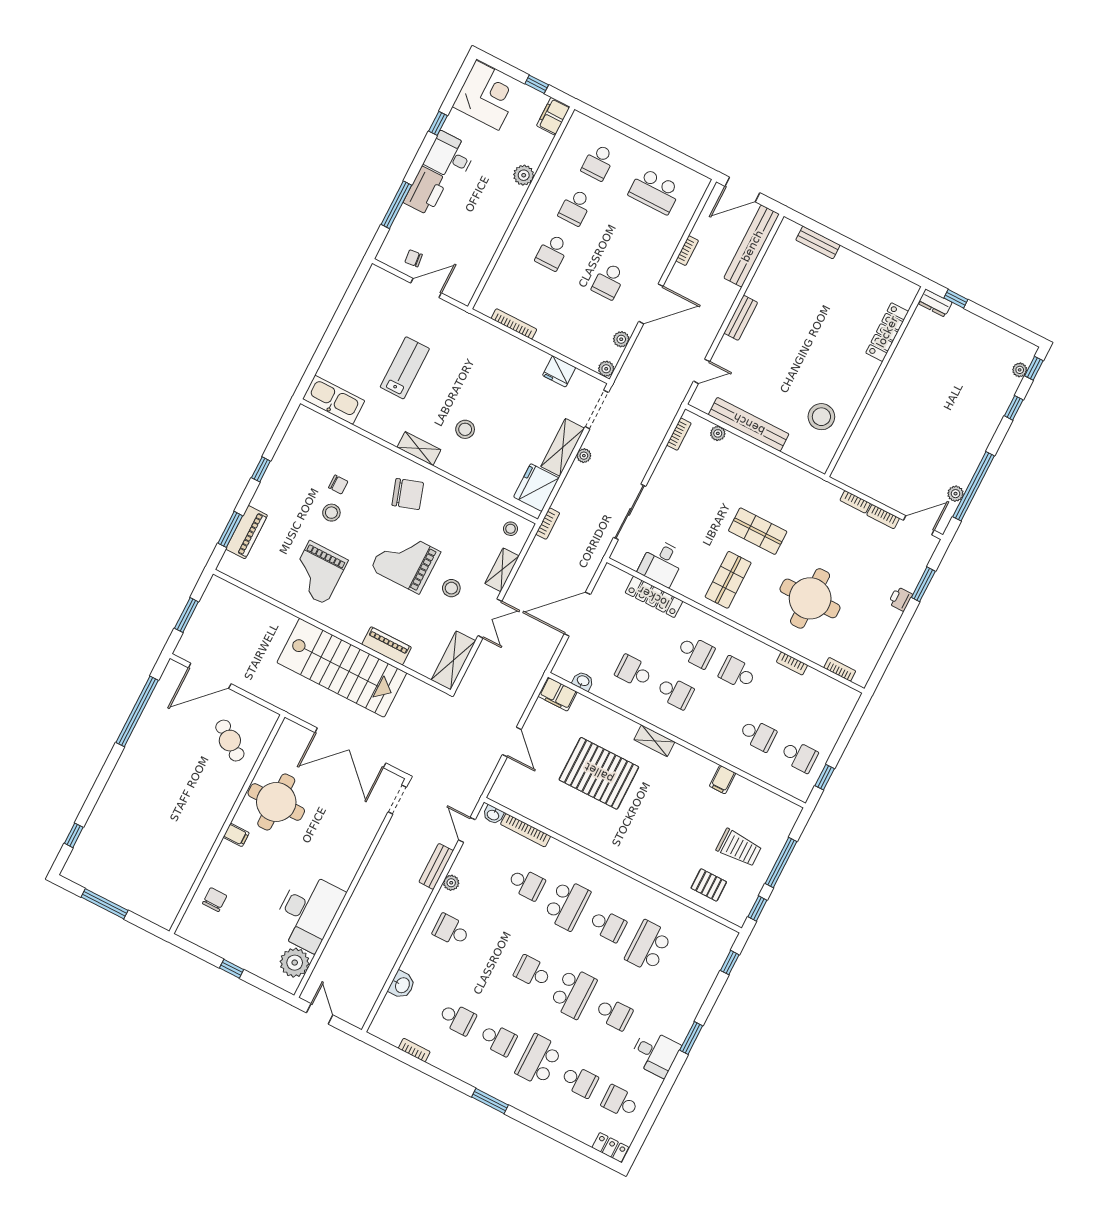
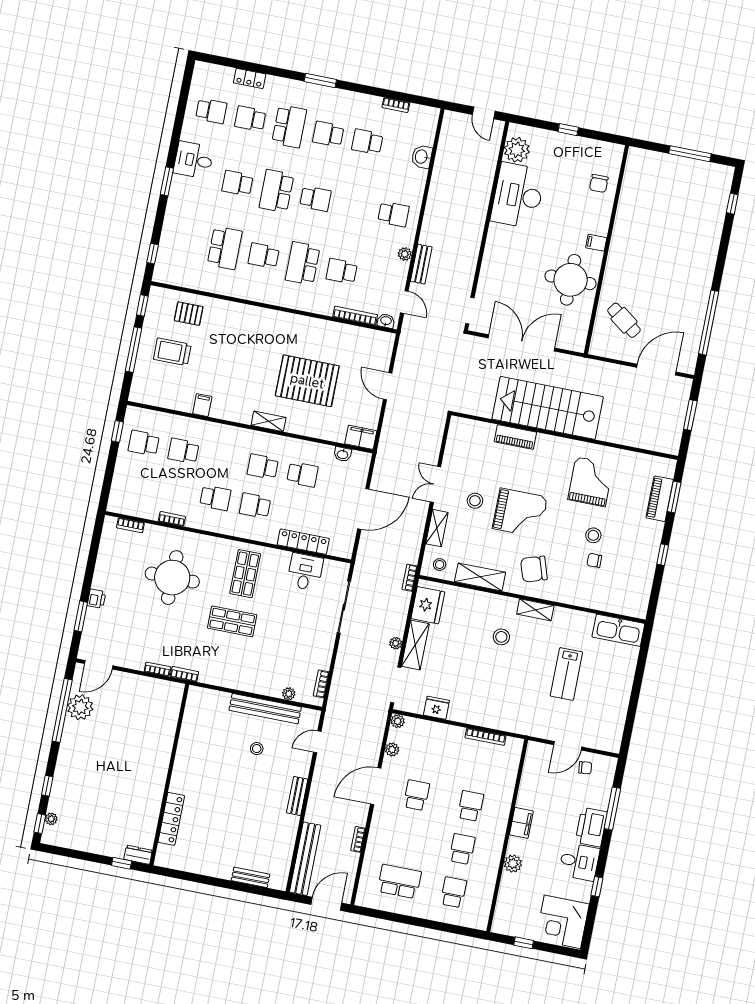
filing cabinet: (553, 116) -> (521, 823), moved
stool: (821, 417) -> (257, 749), moved, width x0.53, depth x0.53
plant: (956, 494) -> (80, 707), width x1.87, depth x1.87
bookcase: (883, 517) -> (184, 674), moved
shelving: (453, 660) -> (480, 577), moved, turned 90
locker: (610, 1147) -> (250, 78), moved

